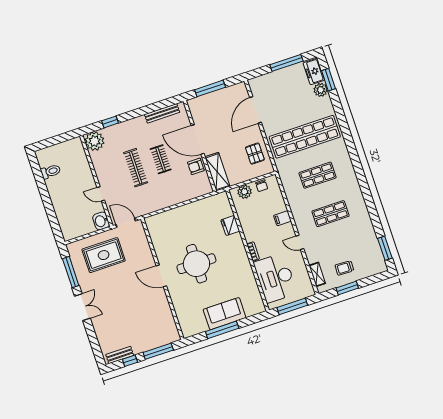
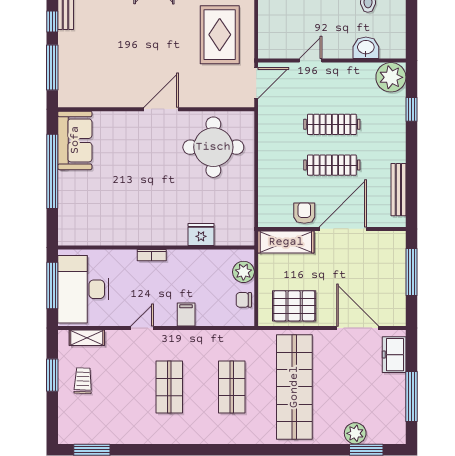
freezer: (314, 71) -> (394, 355), moved, turned -90
pallet: (255, 154) -> (294, 306), width x1.50, depth x1.42
clothes rail: (161, 159) -> (332, 165), width x1.36
washbasin: (101, 221) -> (366, 48), moved
round table: (196, 264) -> (213, 147), moved
desk: (275, 278) -> (83, 289), moved, turned -90
sofa: (225, 314) -> (75, 140), moved
window: (222, 330) -> (52, 171), width x1.46

